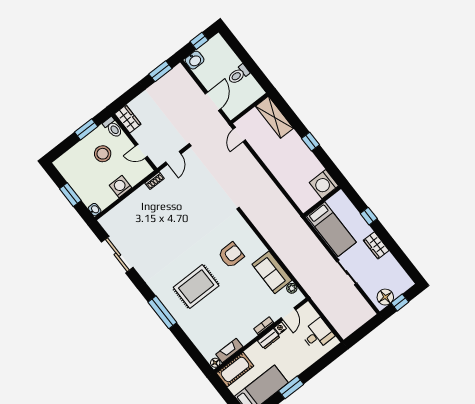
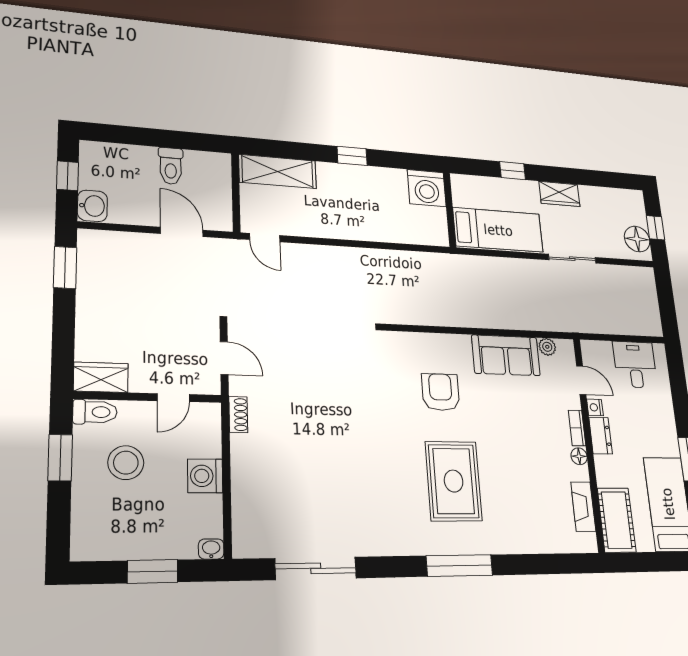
floor lamp: (215, 363) -> (579, 456), moved

